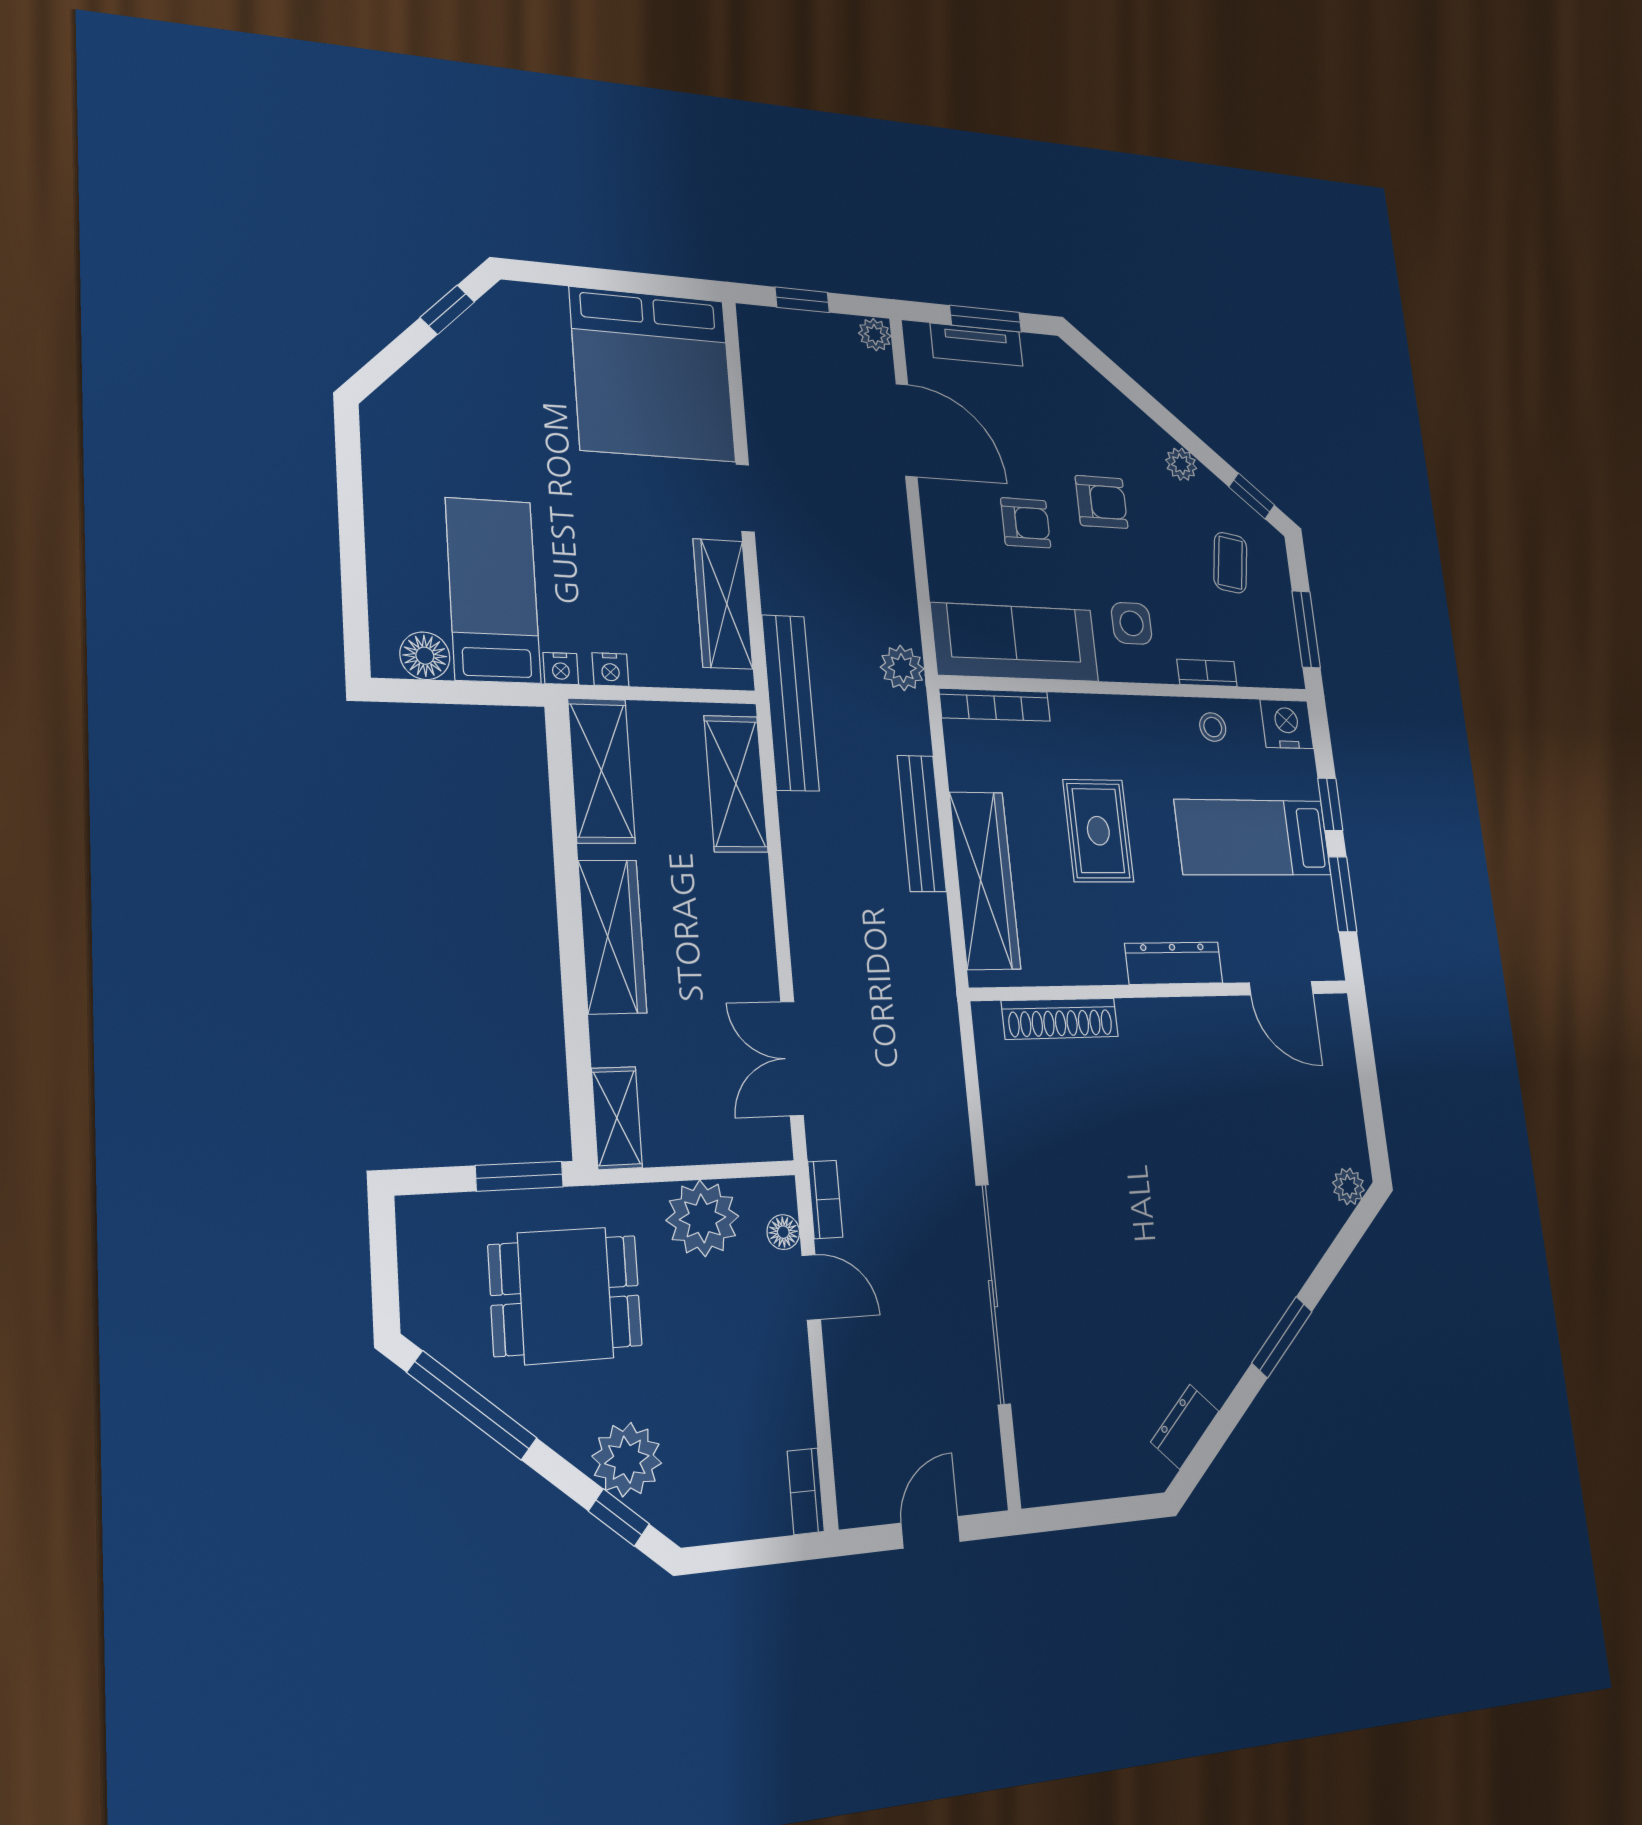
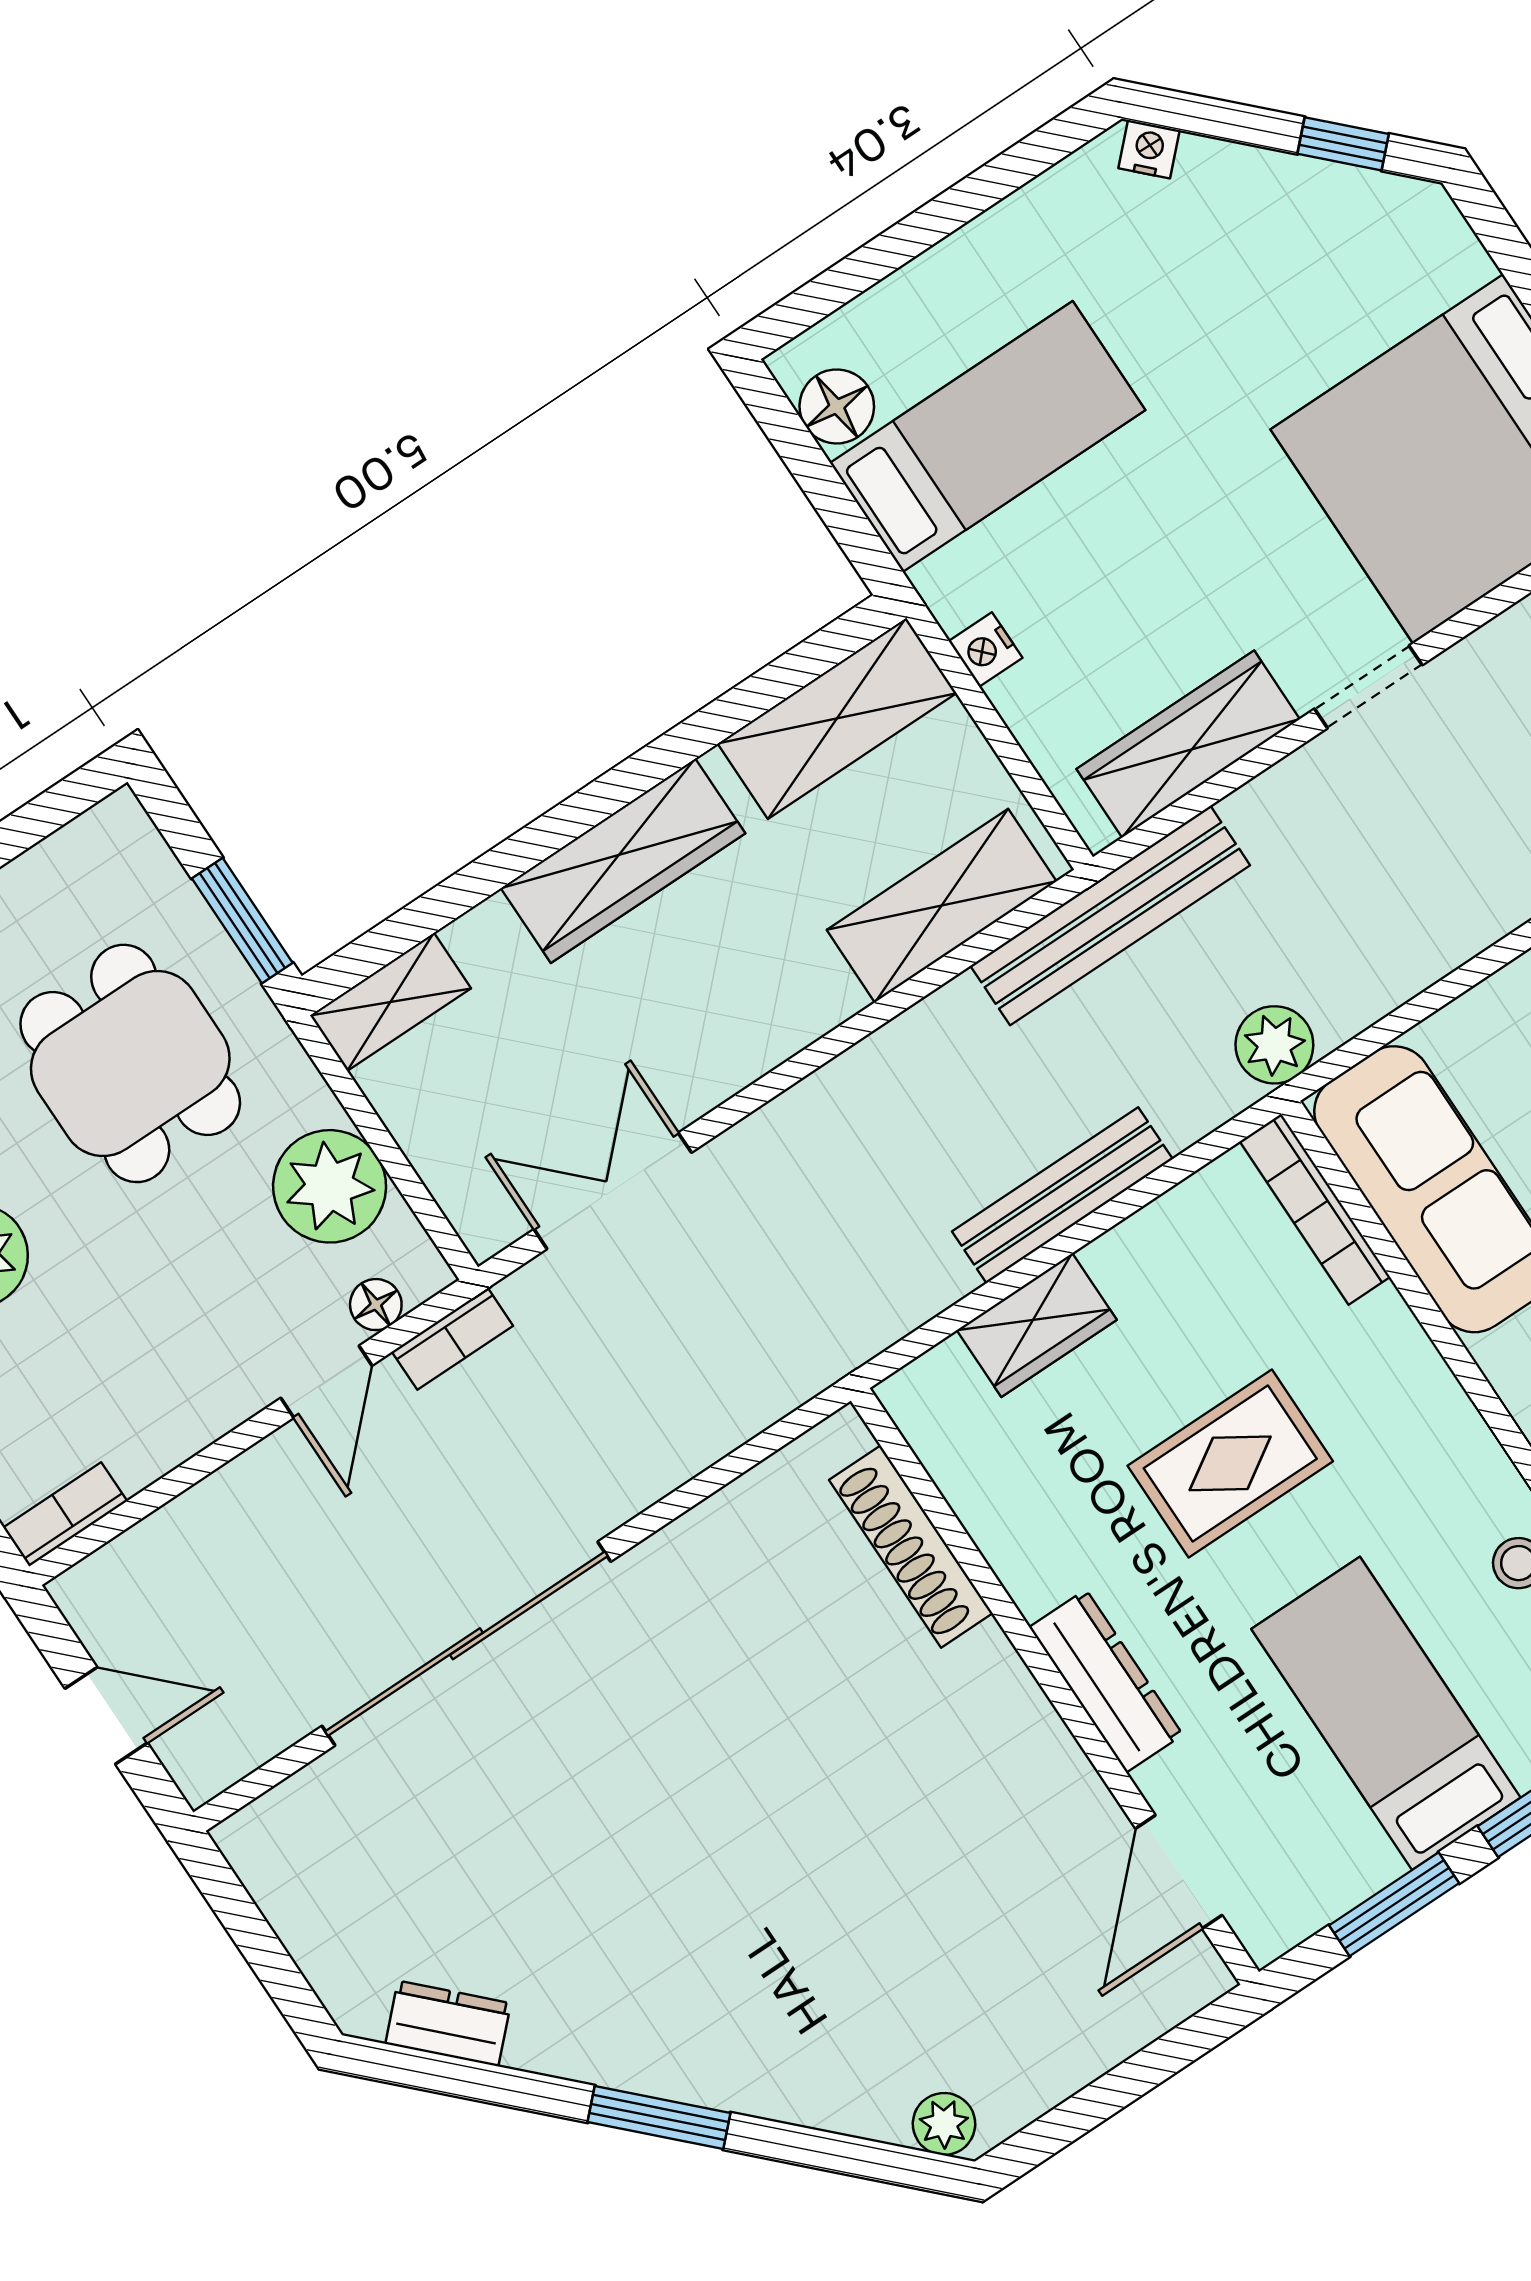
nightstand: (561, 669) -> (1149, 149), moved, turned 135
wardrobe: (985, 880) -> (1037, 1325), width x0.48, depth x0.85

